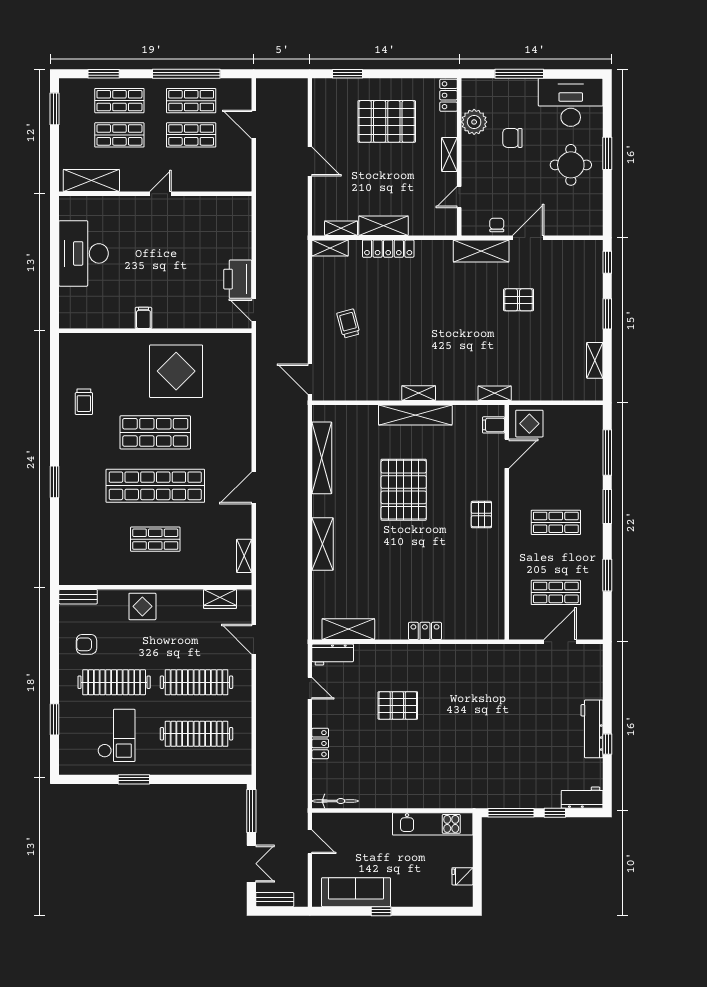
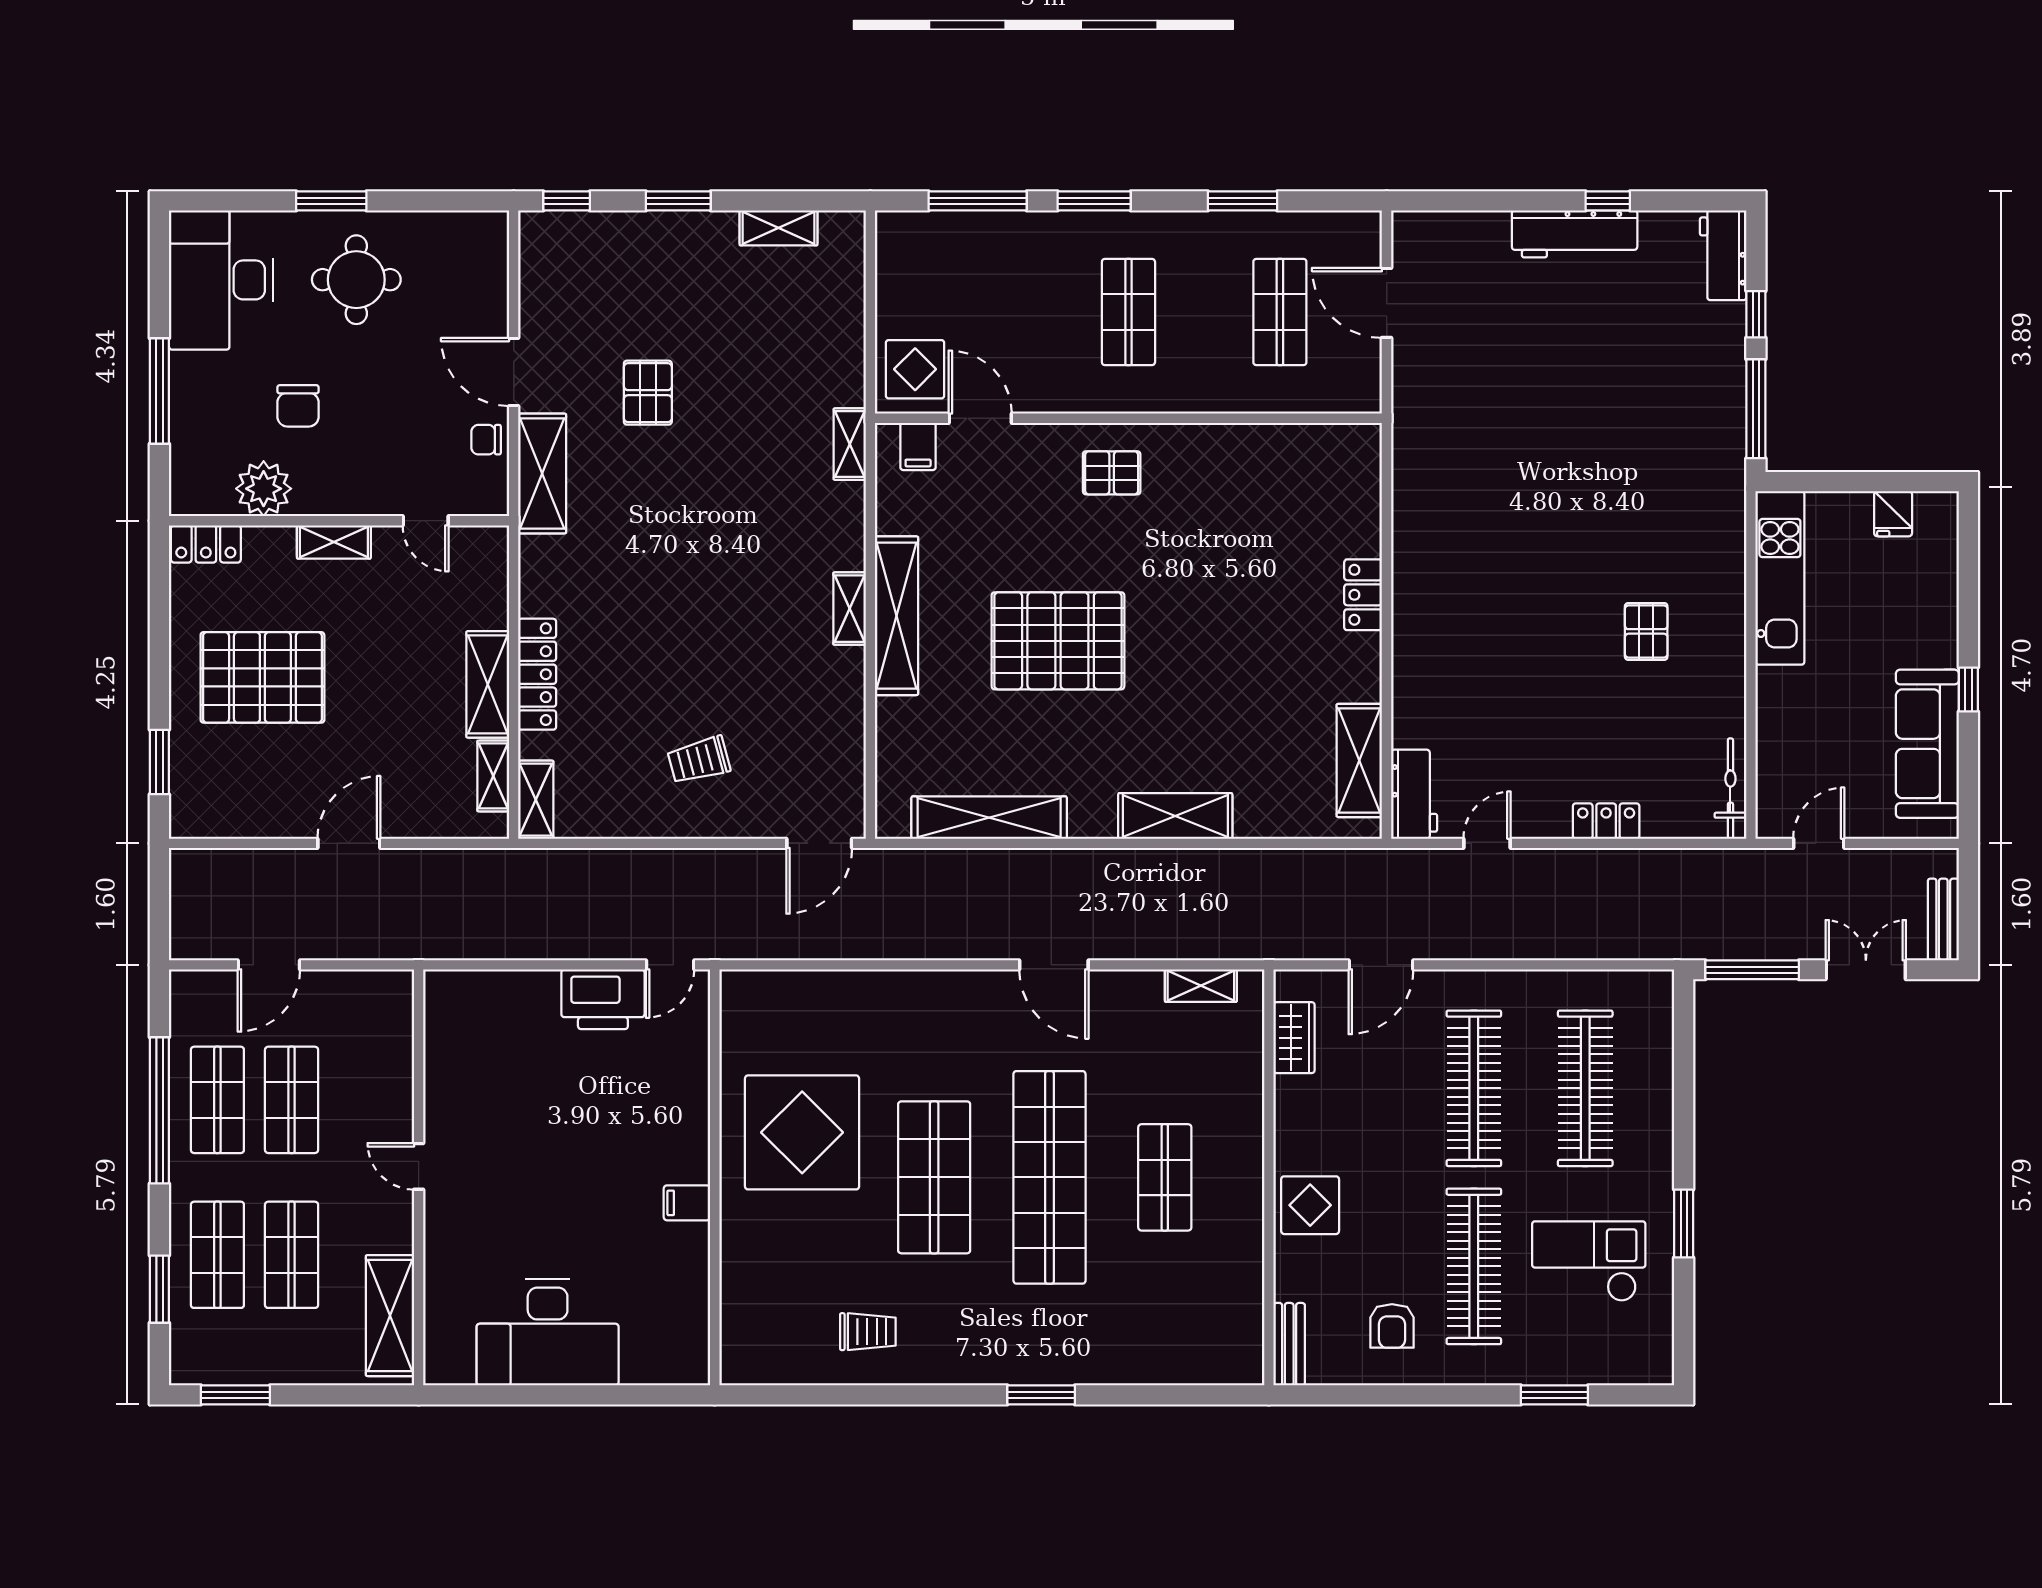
pallet: (387, 121) -> (262, 677), turned 90
pallet: (398, 705) -> (1646, 631), moved, width x0.67, depth x0.71

